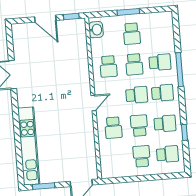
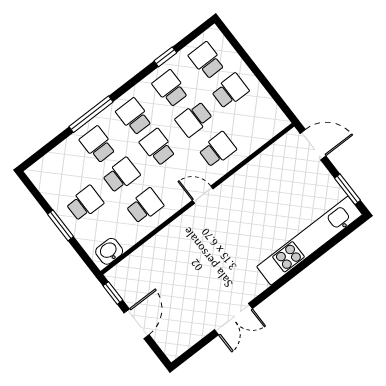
school desk: (142, 156) -> (230, 91), turned 180

